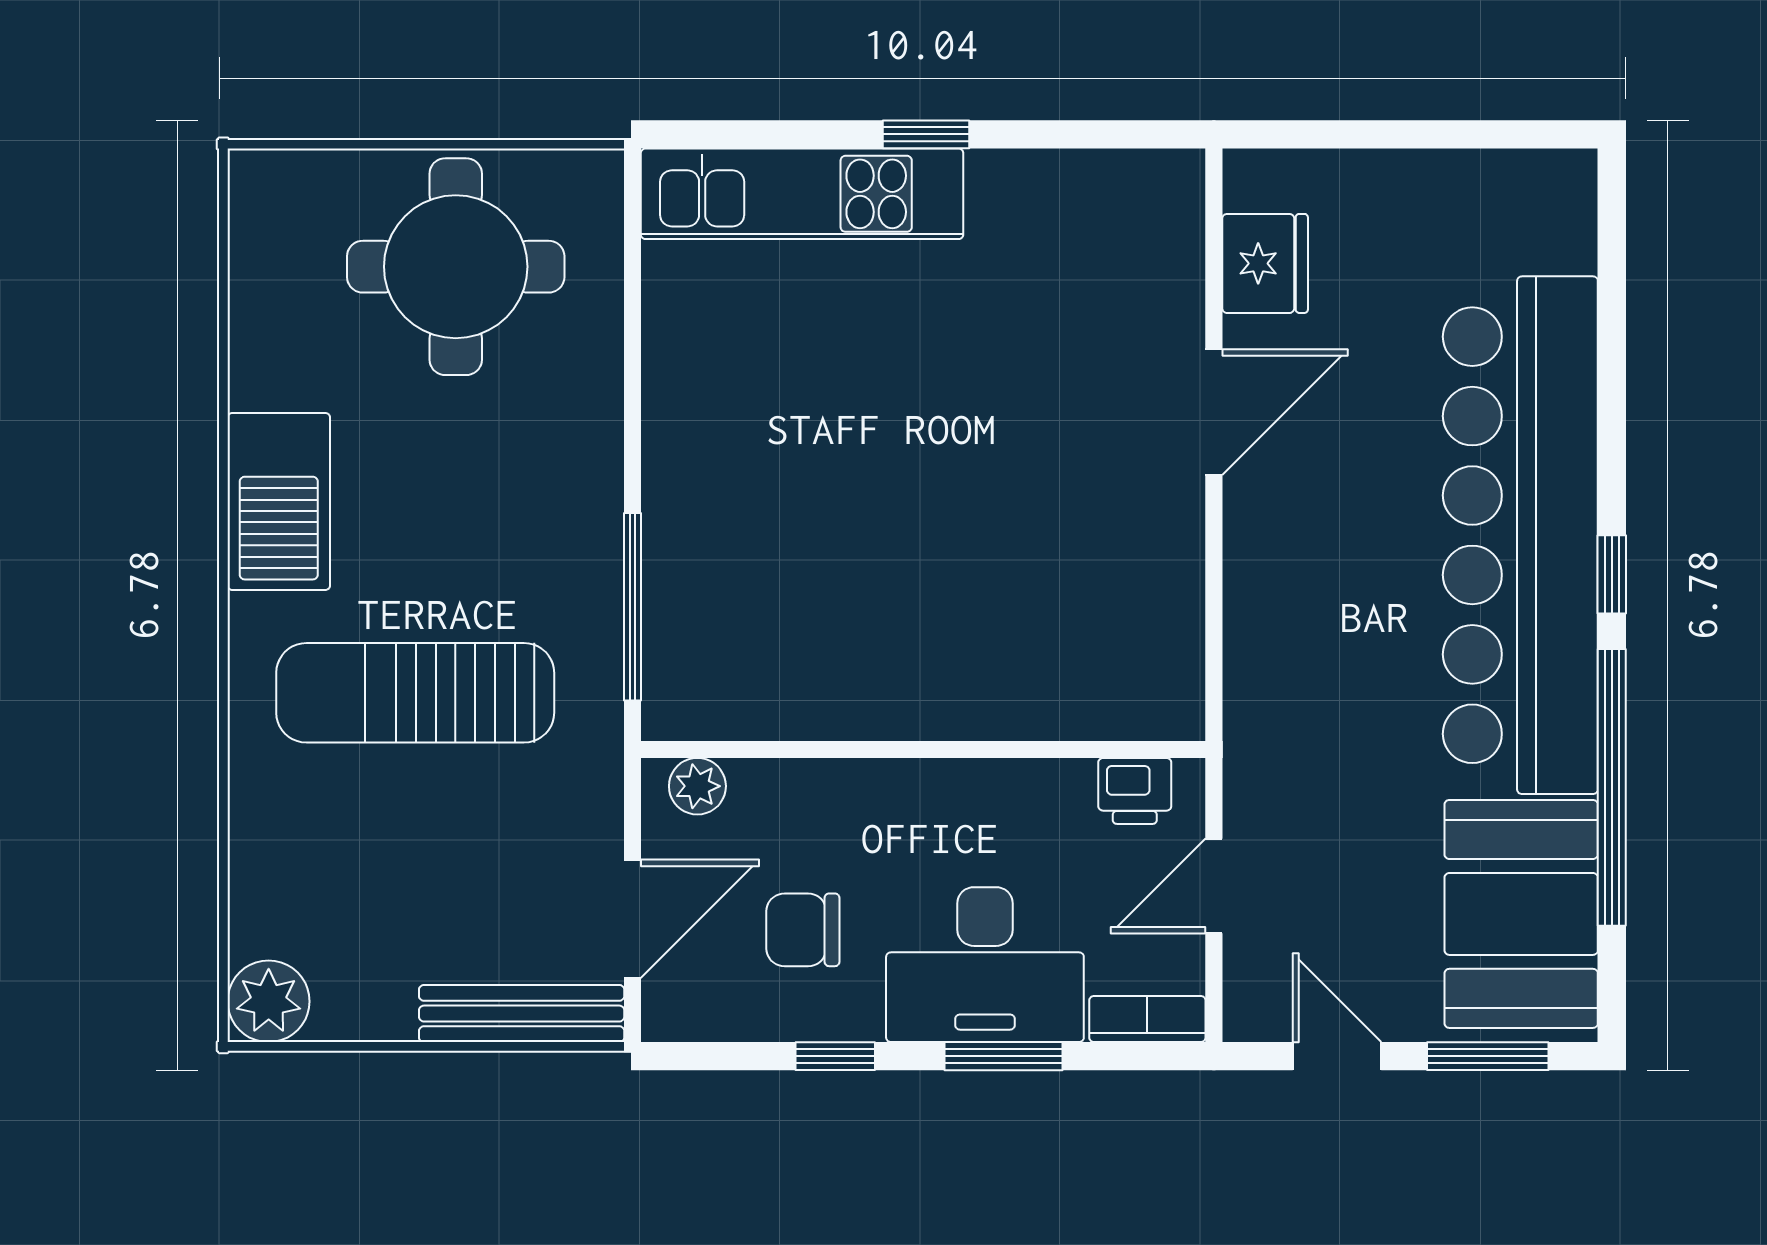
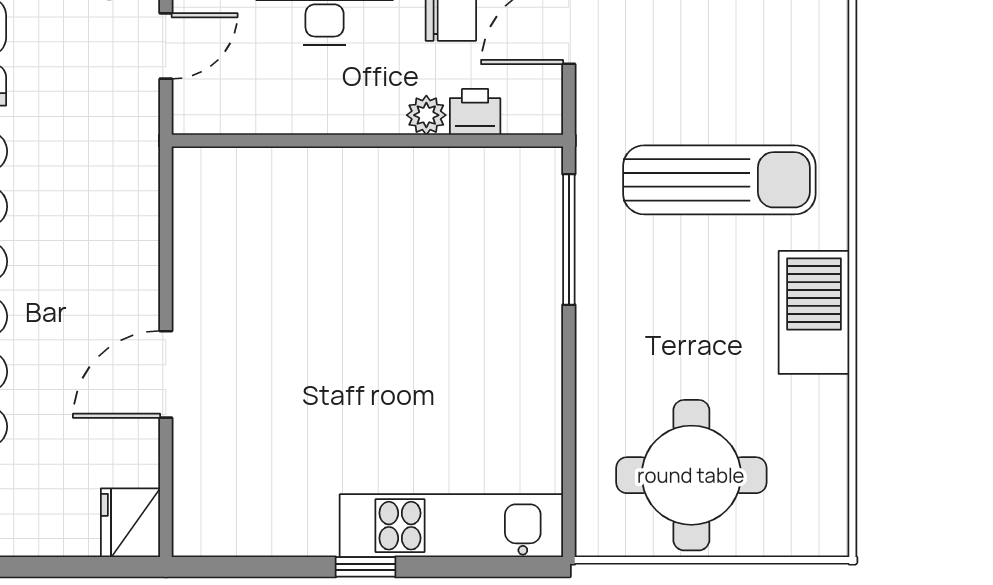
fridge: (1265, 263) -> (130, 523), moved
plant: (697, 786) -> (426, 115), moved
printer: (1135, 791) -> (475, 112), moved

